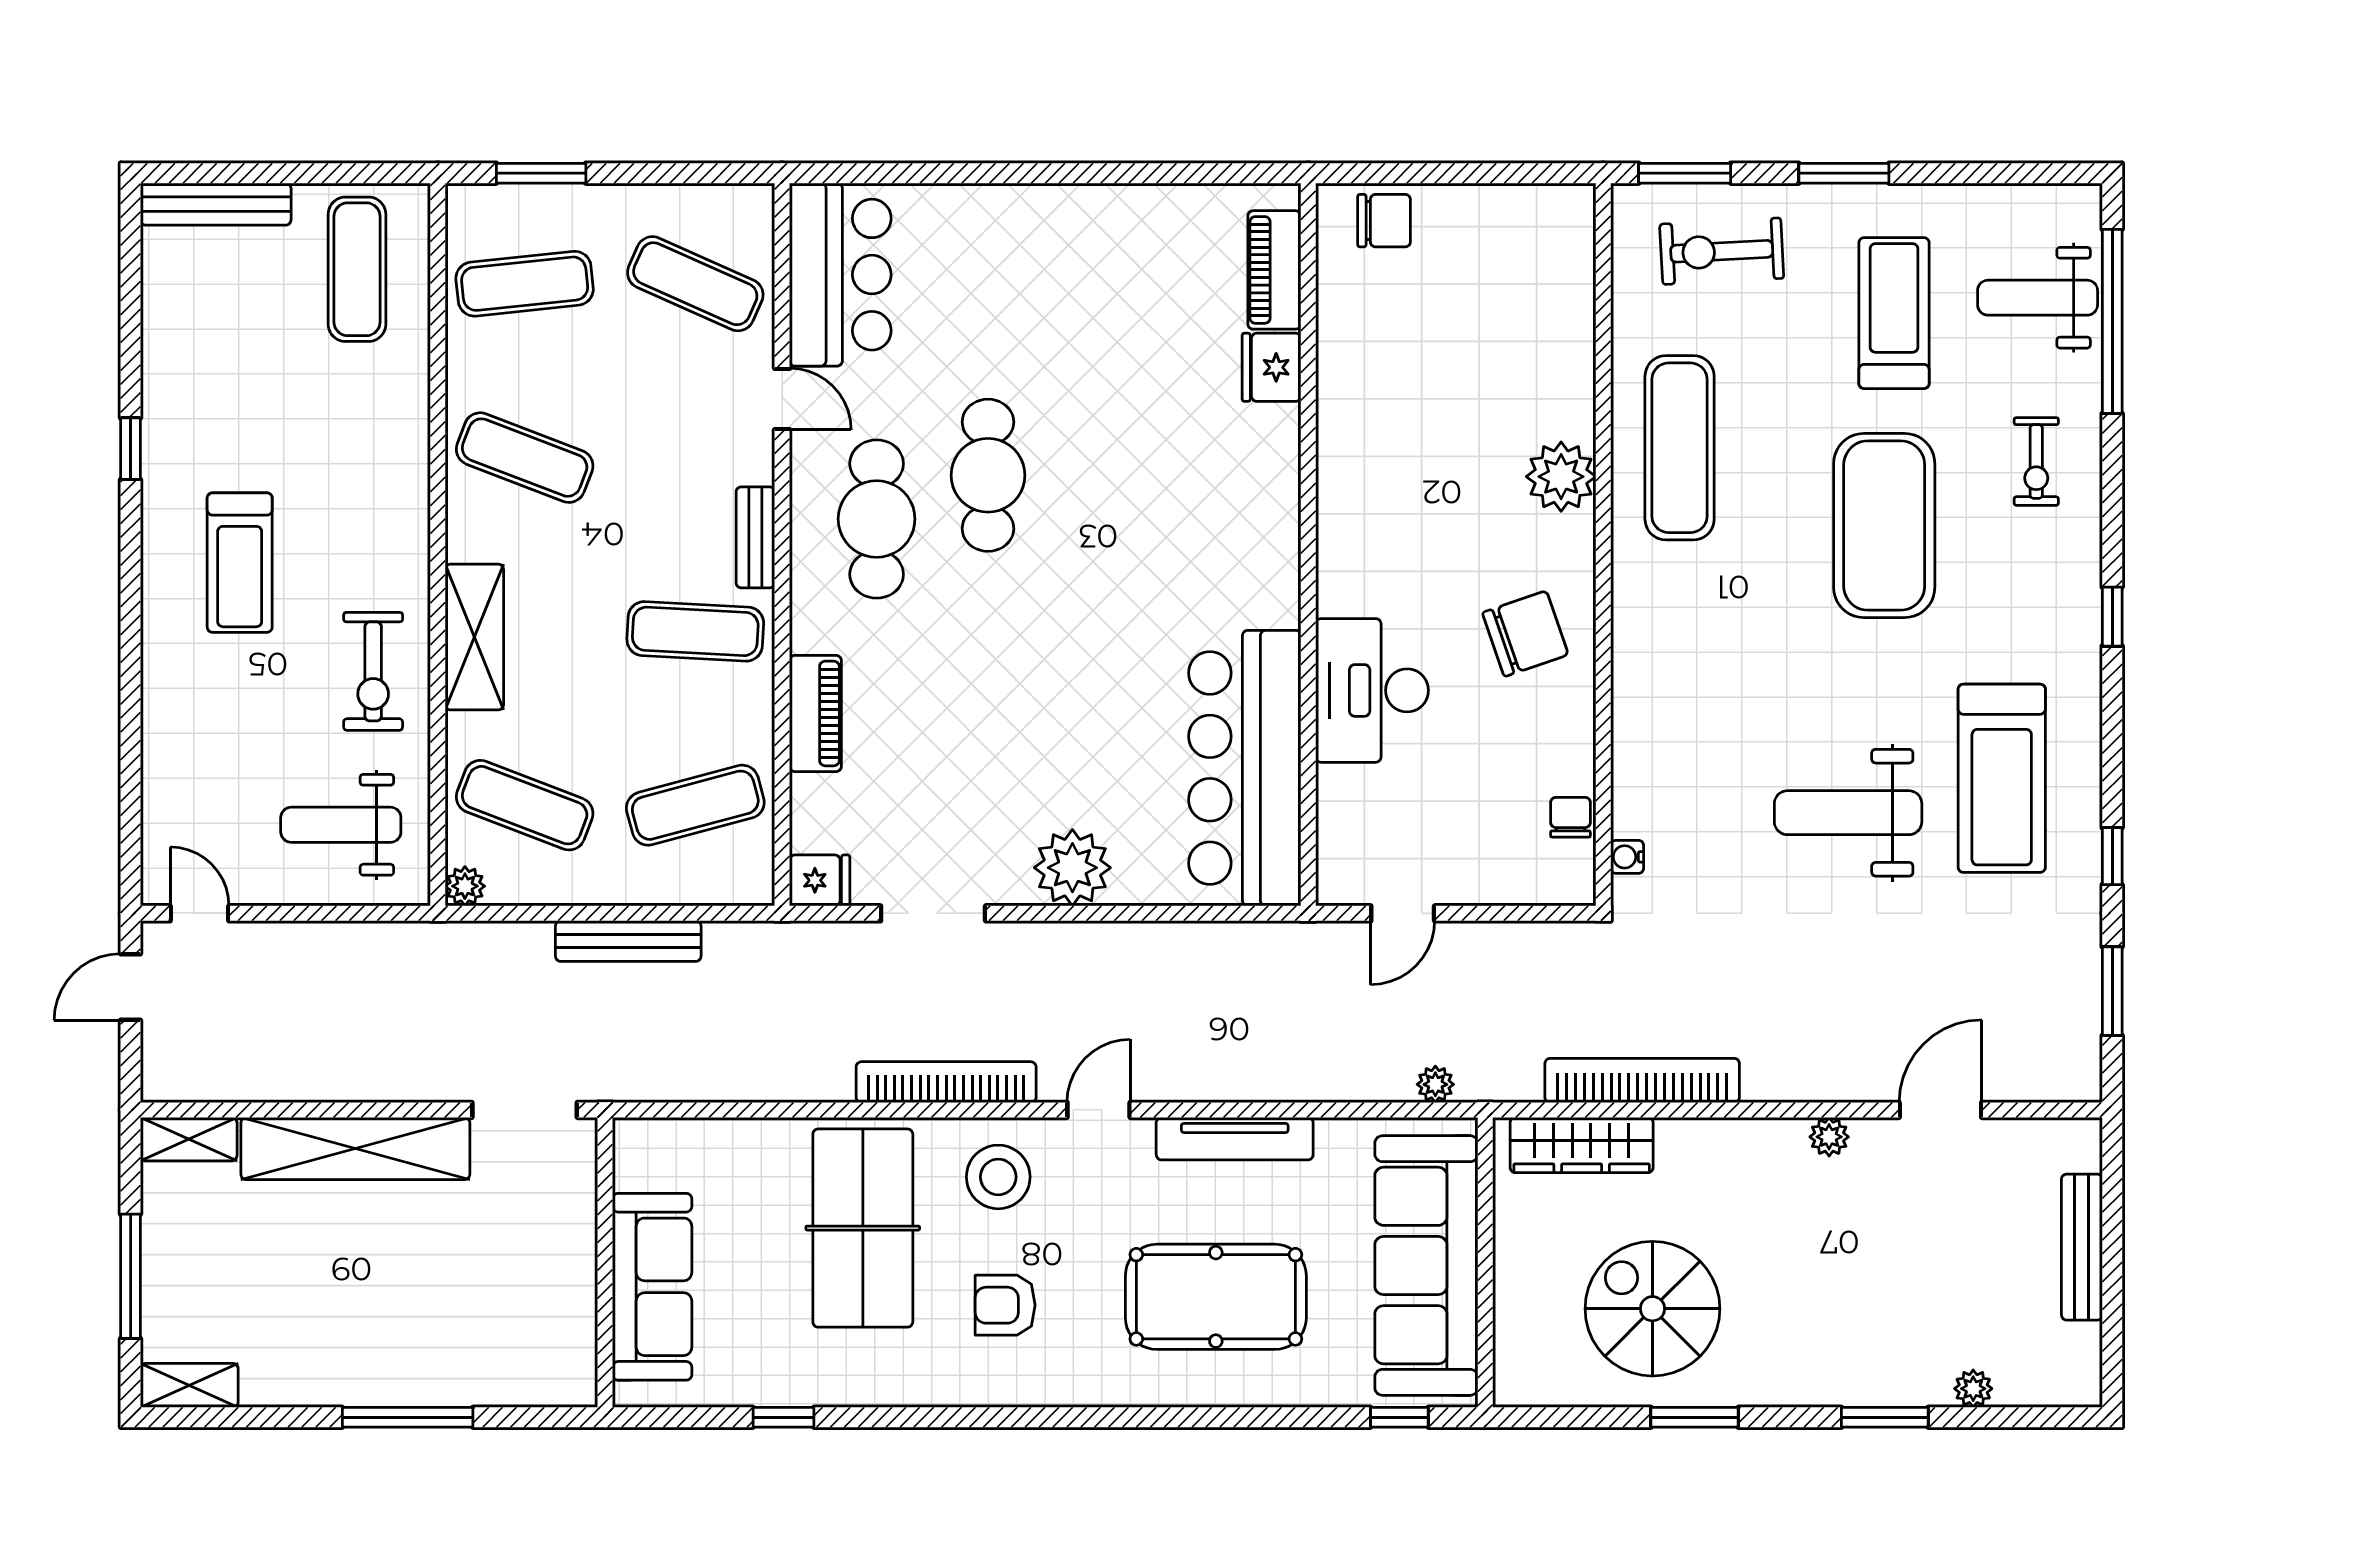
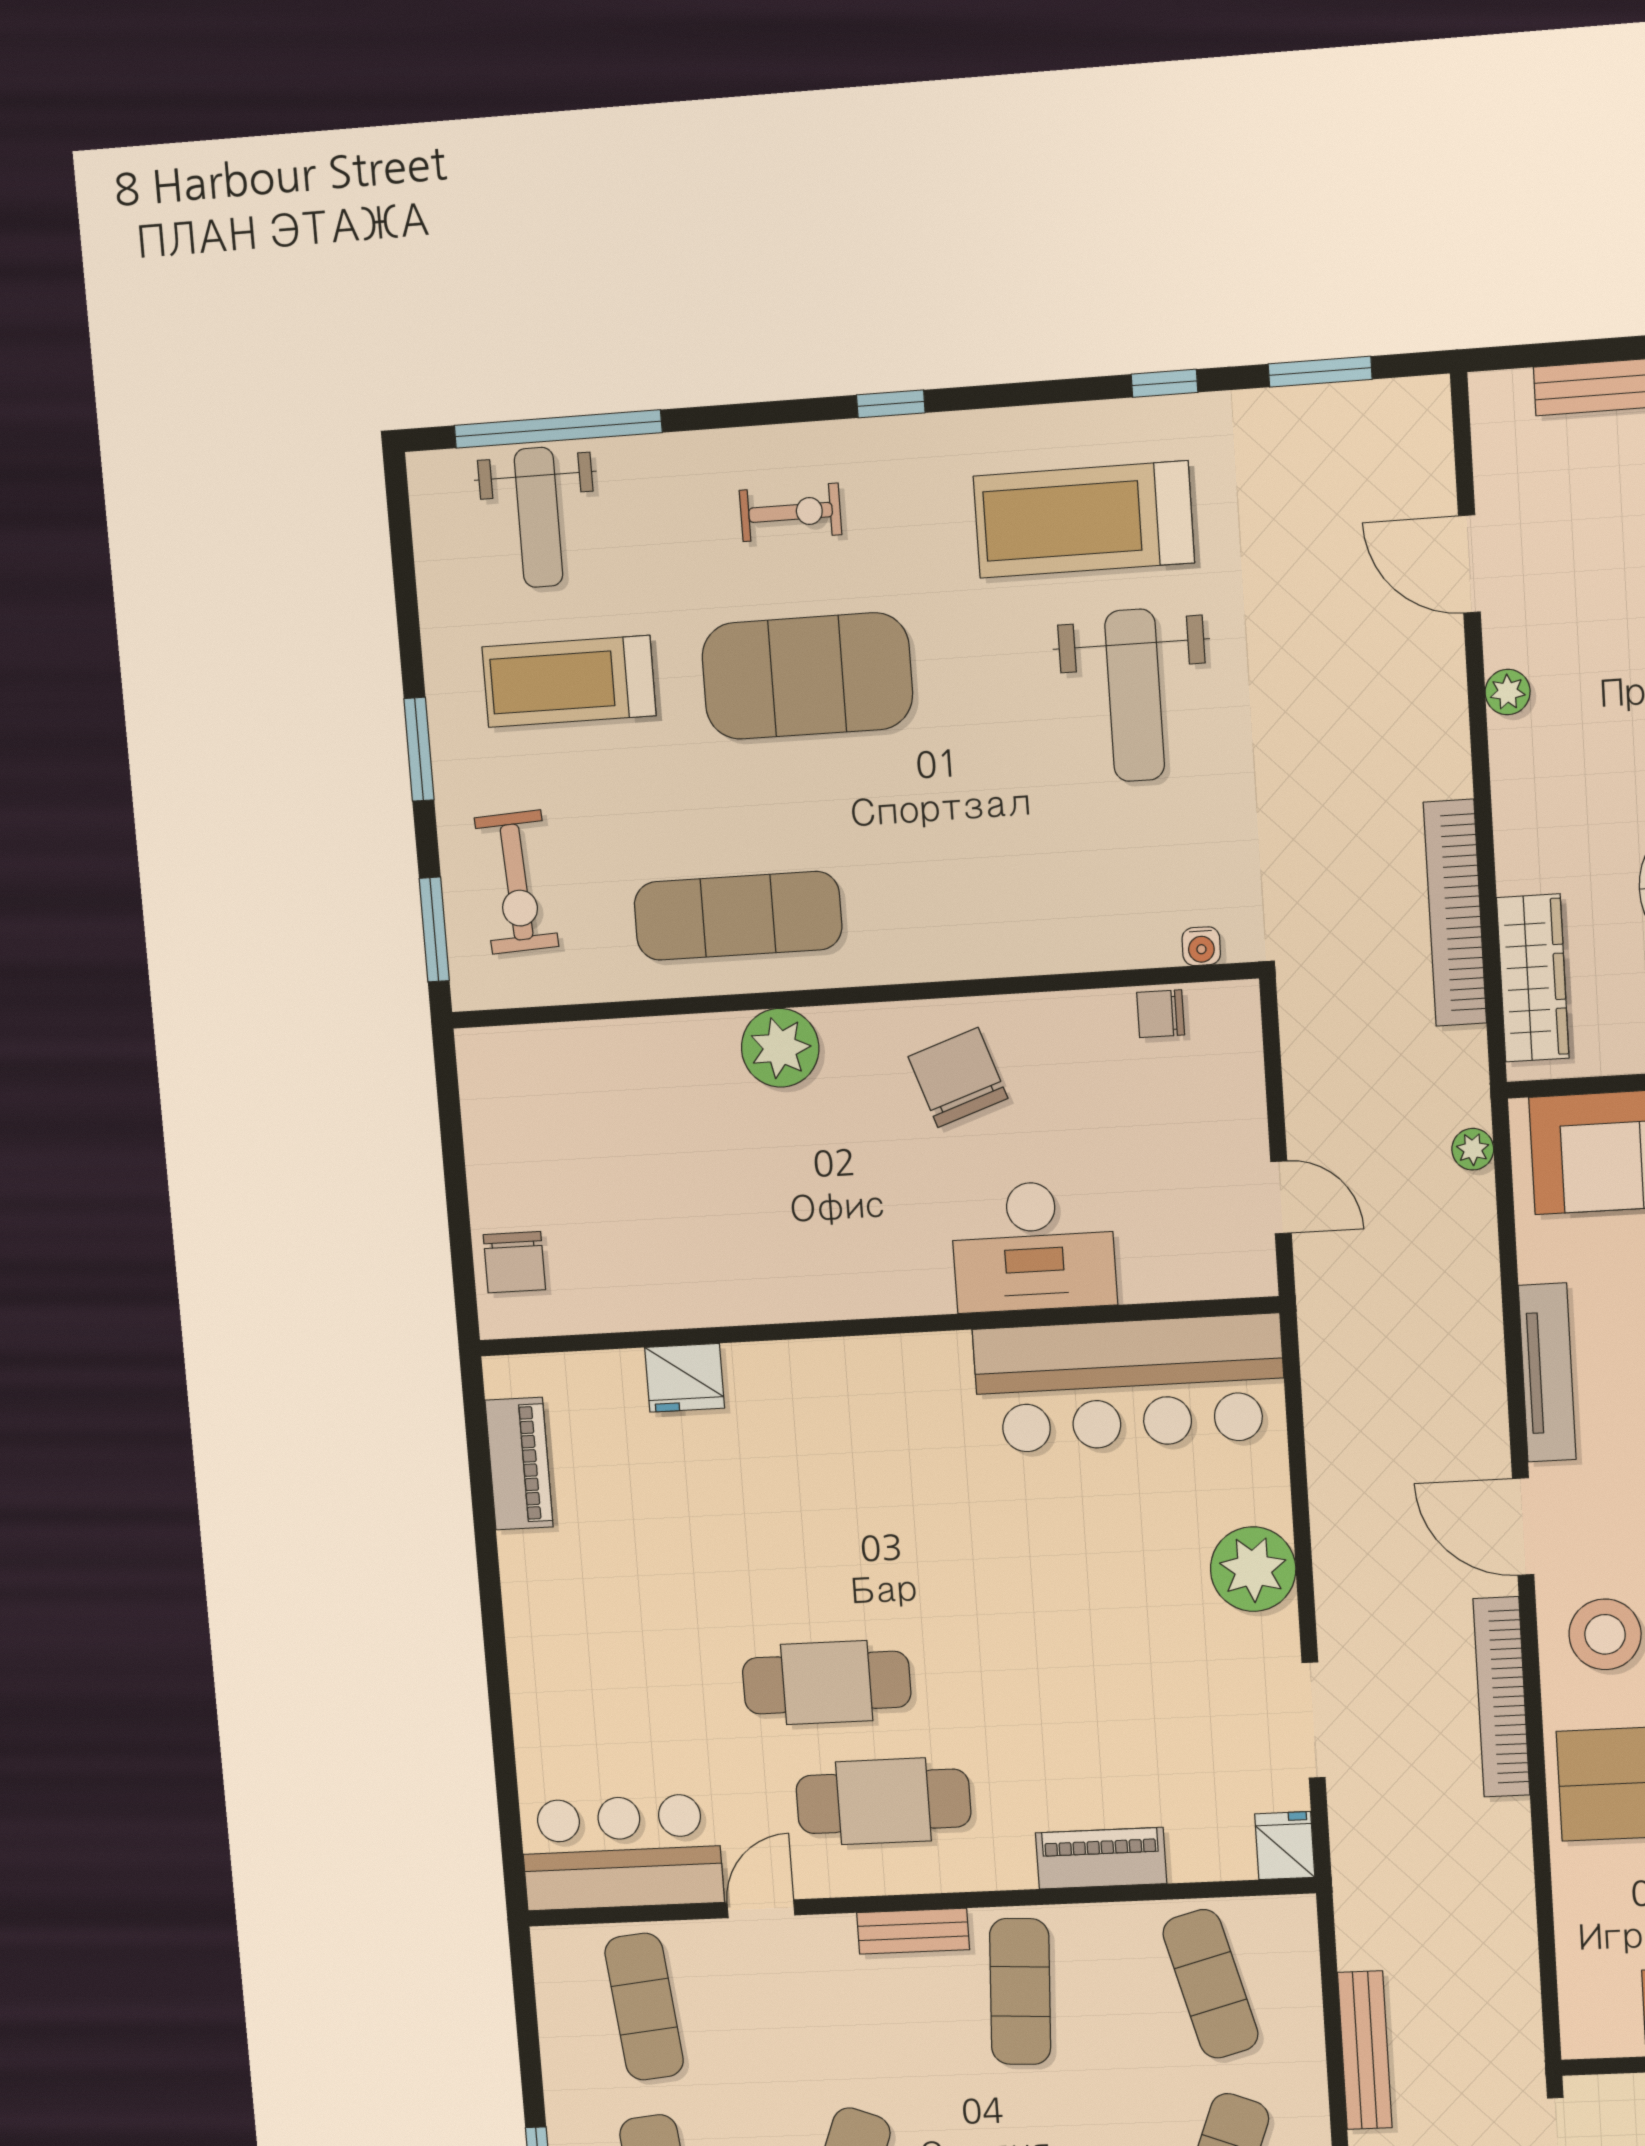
chair: (1384, 221) -> (514, 1262), turned 180
piano: (1274, 270) -> (519, 1464), moved, turned -90
exercise mat: (695, 284) -> (644, 2007), turned -30
exercise bike: (2036, 462) -> (791, 512), moved
treadmill: (2002, 778) -> (1084, 519), turned 180
door: (1099, 1110) -> (1523, 1527), width x1.38

